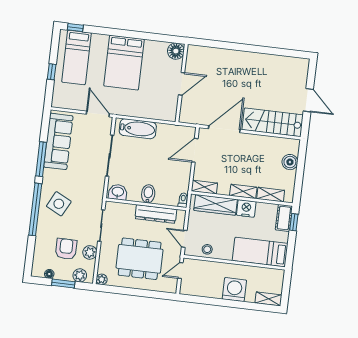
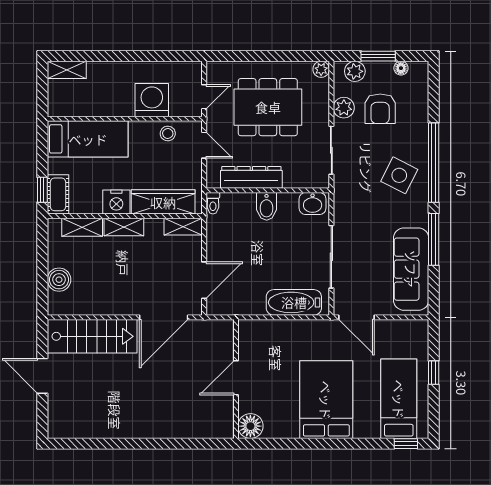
washing machine: (234, 290) -> (152, 100), moved, turned 180

